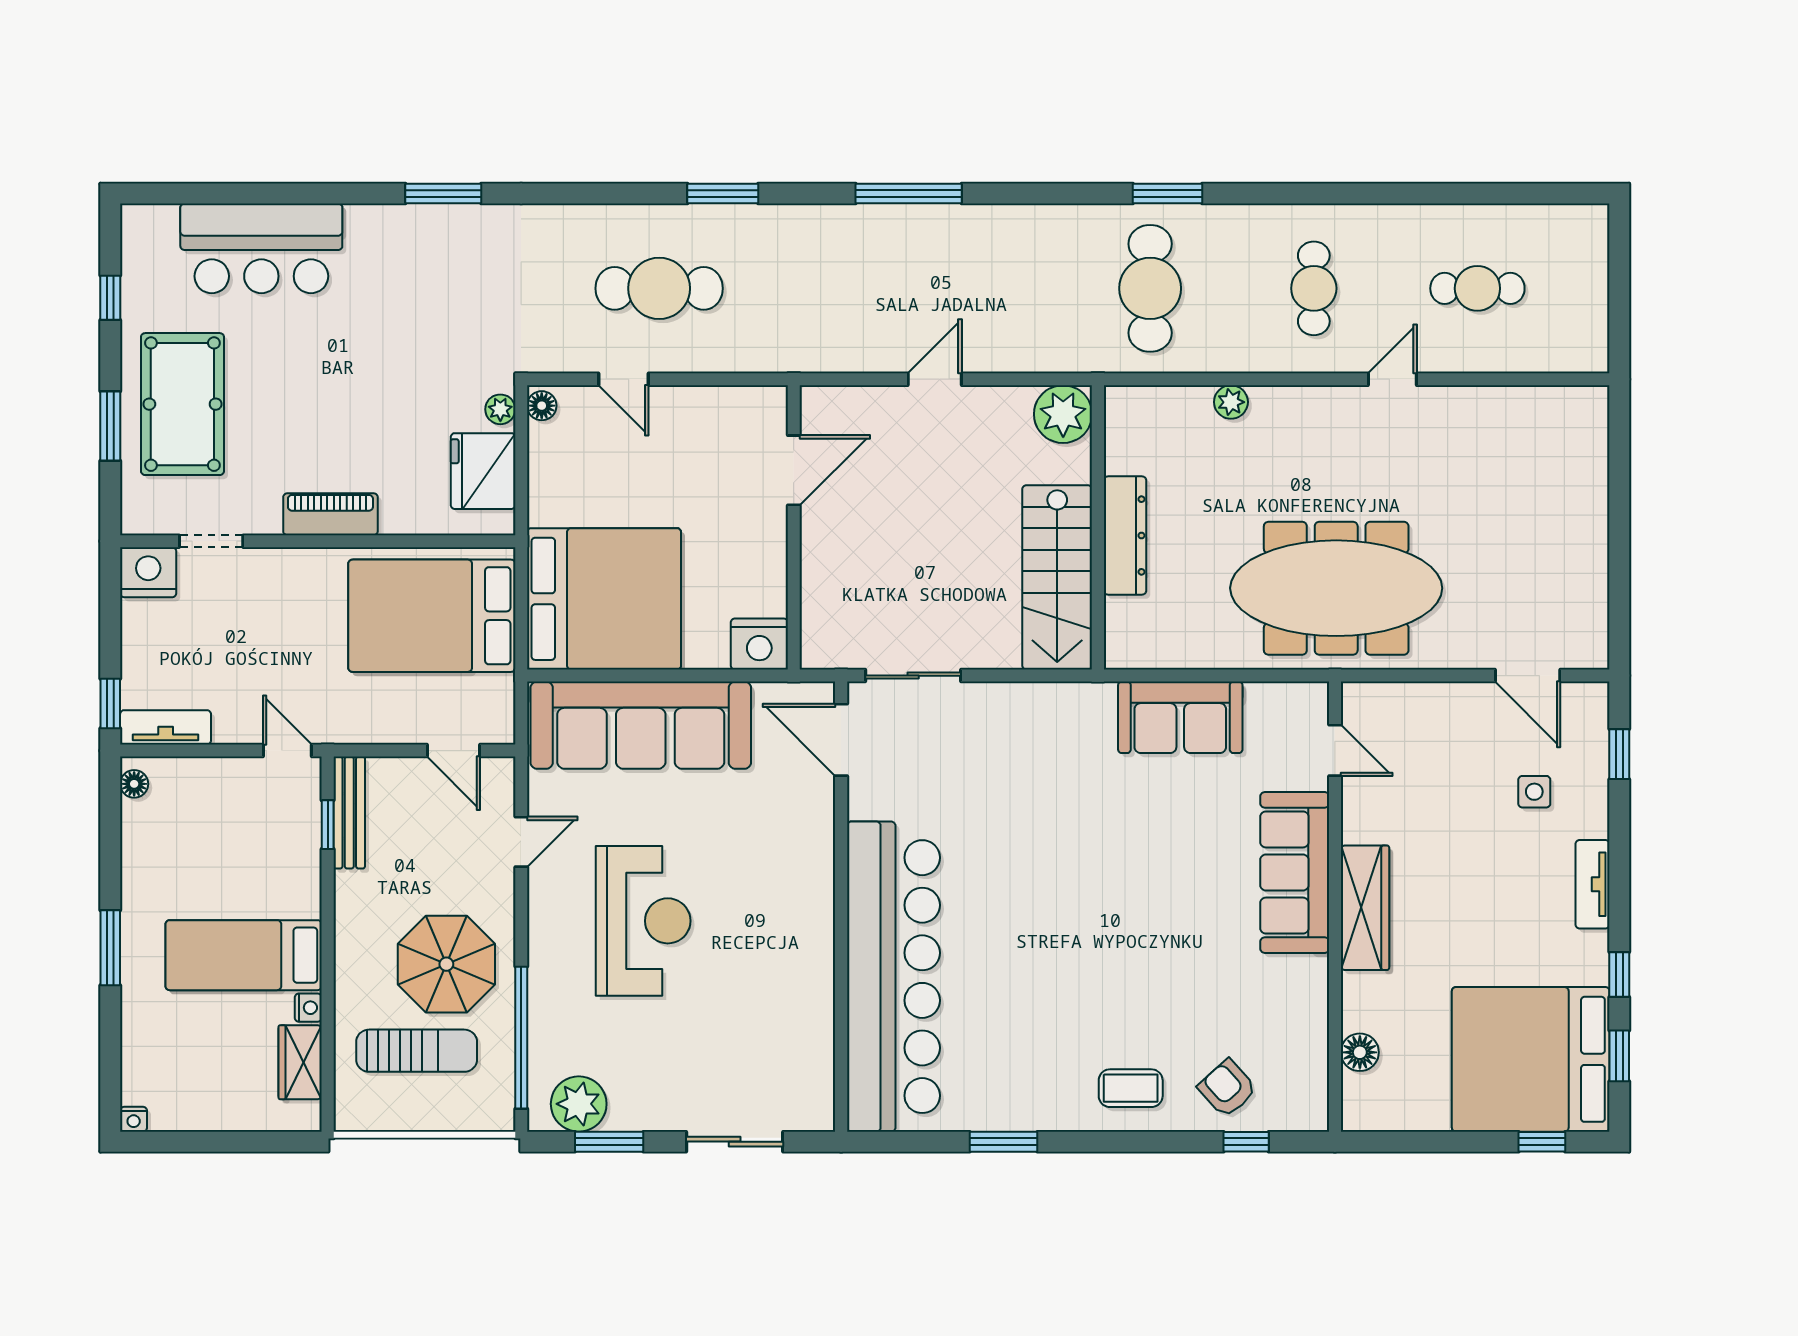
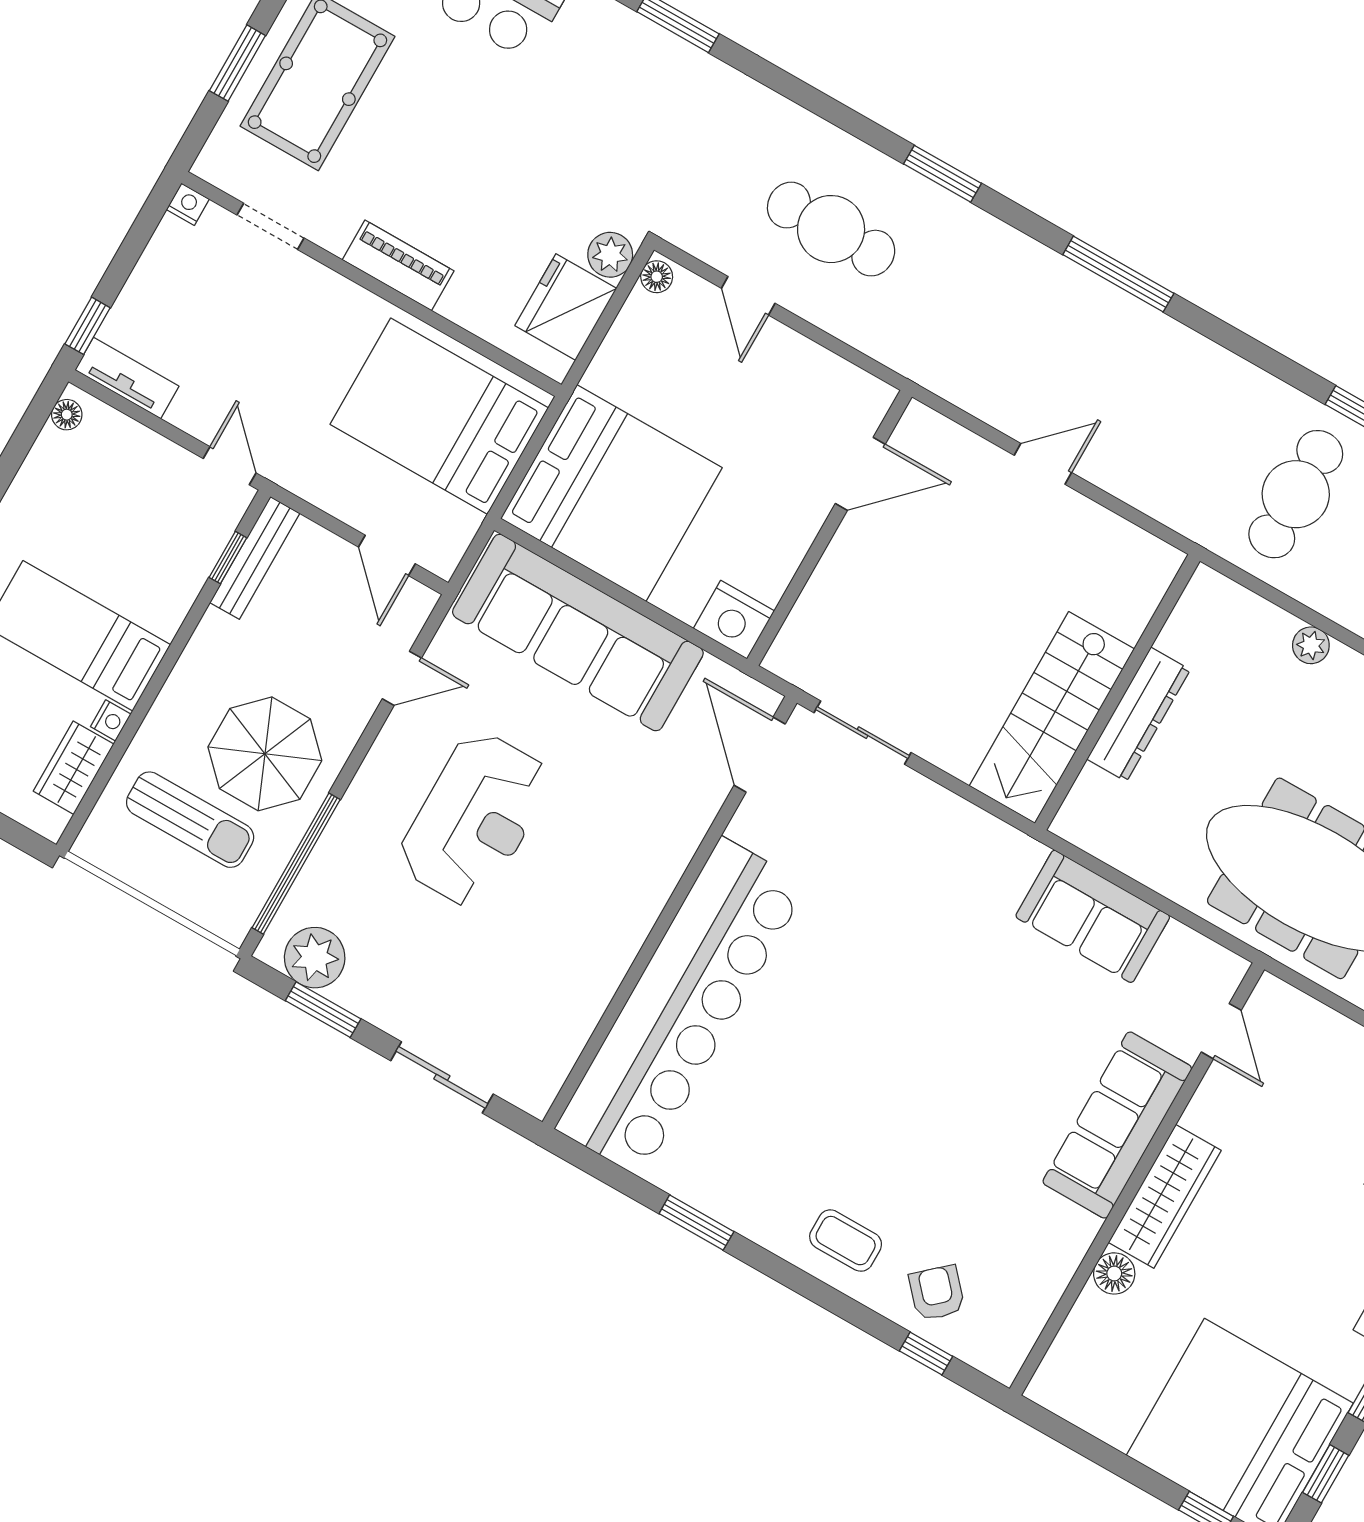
plant: (500, 409) -> (610, 255), width x1.38, depth x1.38
plant: (1063, 414) -> (1145, 566), removed
nightstand: (148, 572) -> (188, 204), width x0.53, depth x0.56
floor lamp: (1360, 1052) -> (1114, 1273), moved

